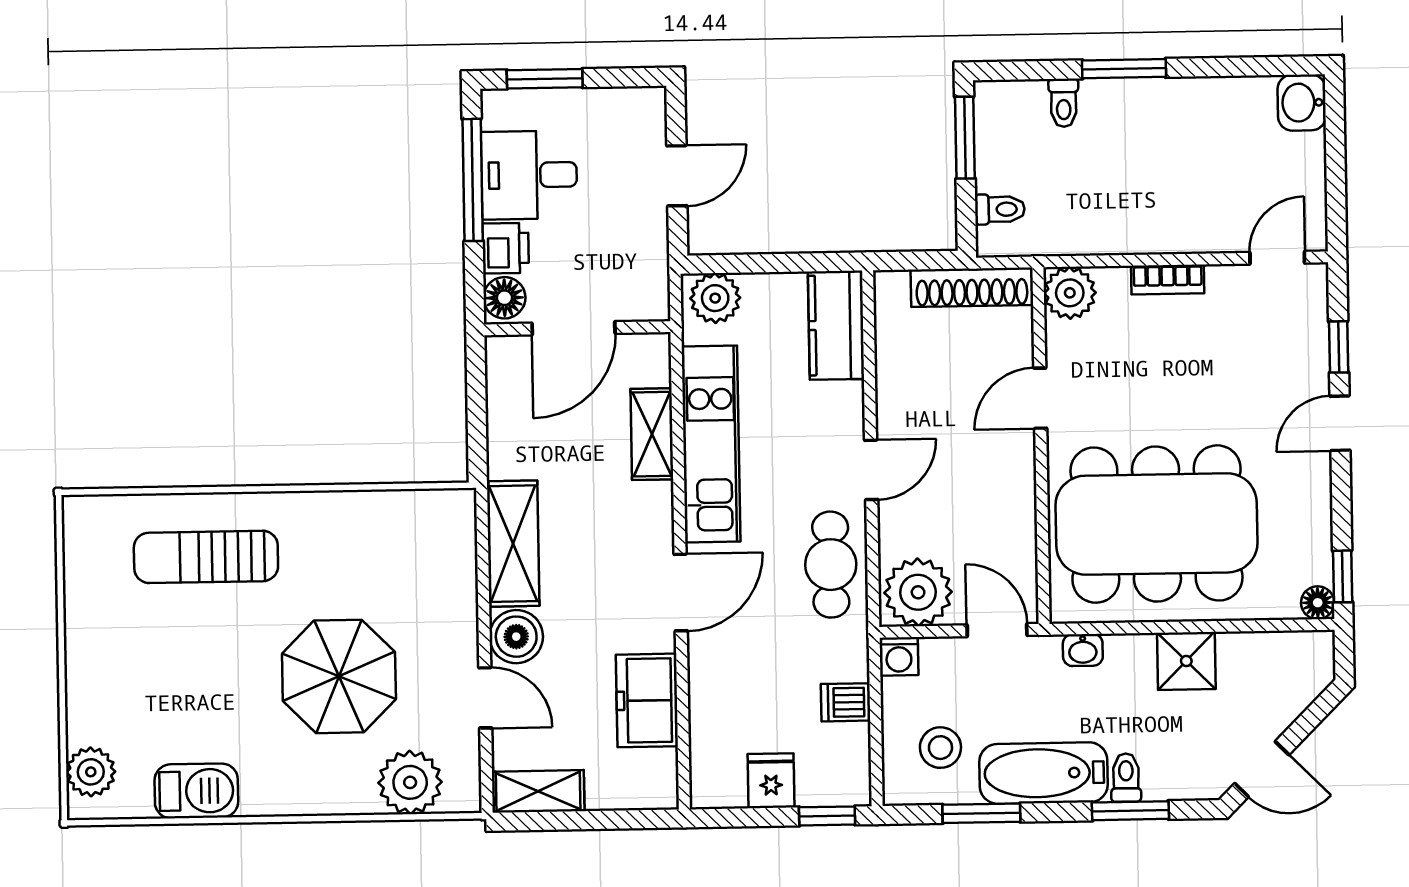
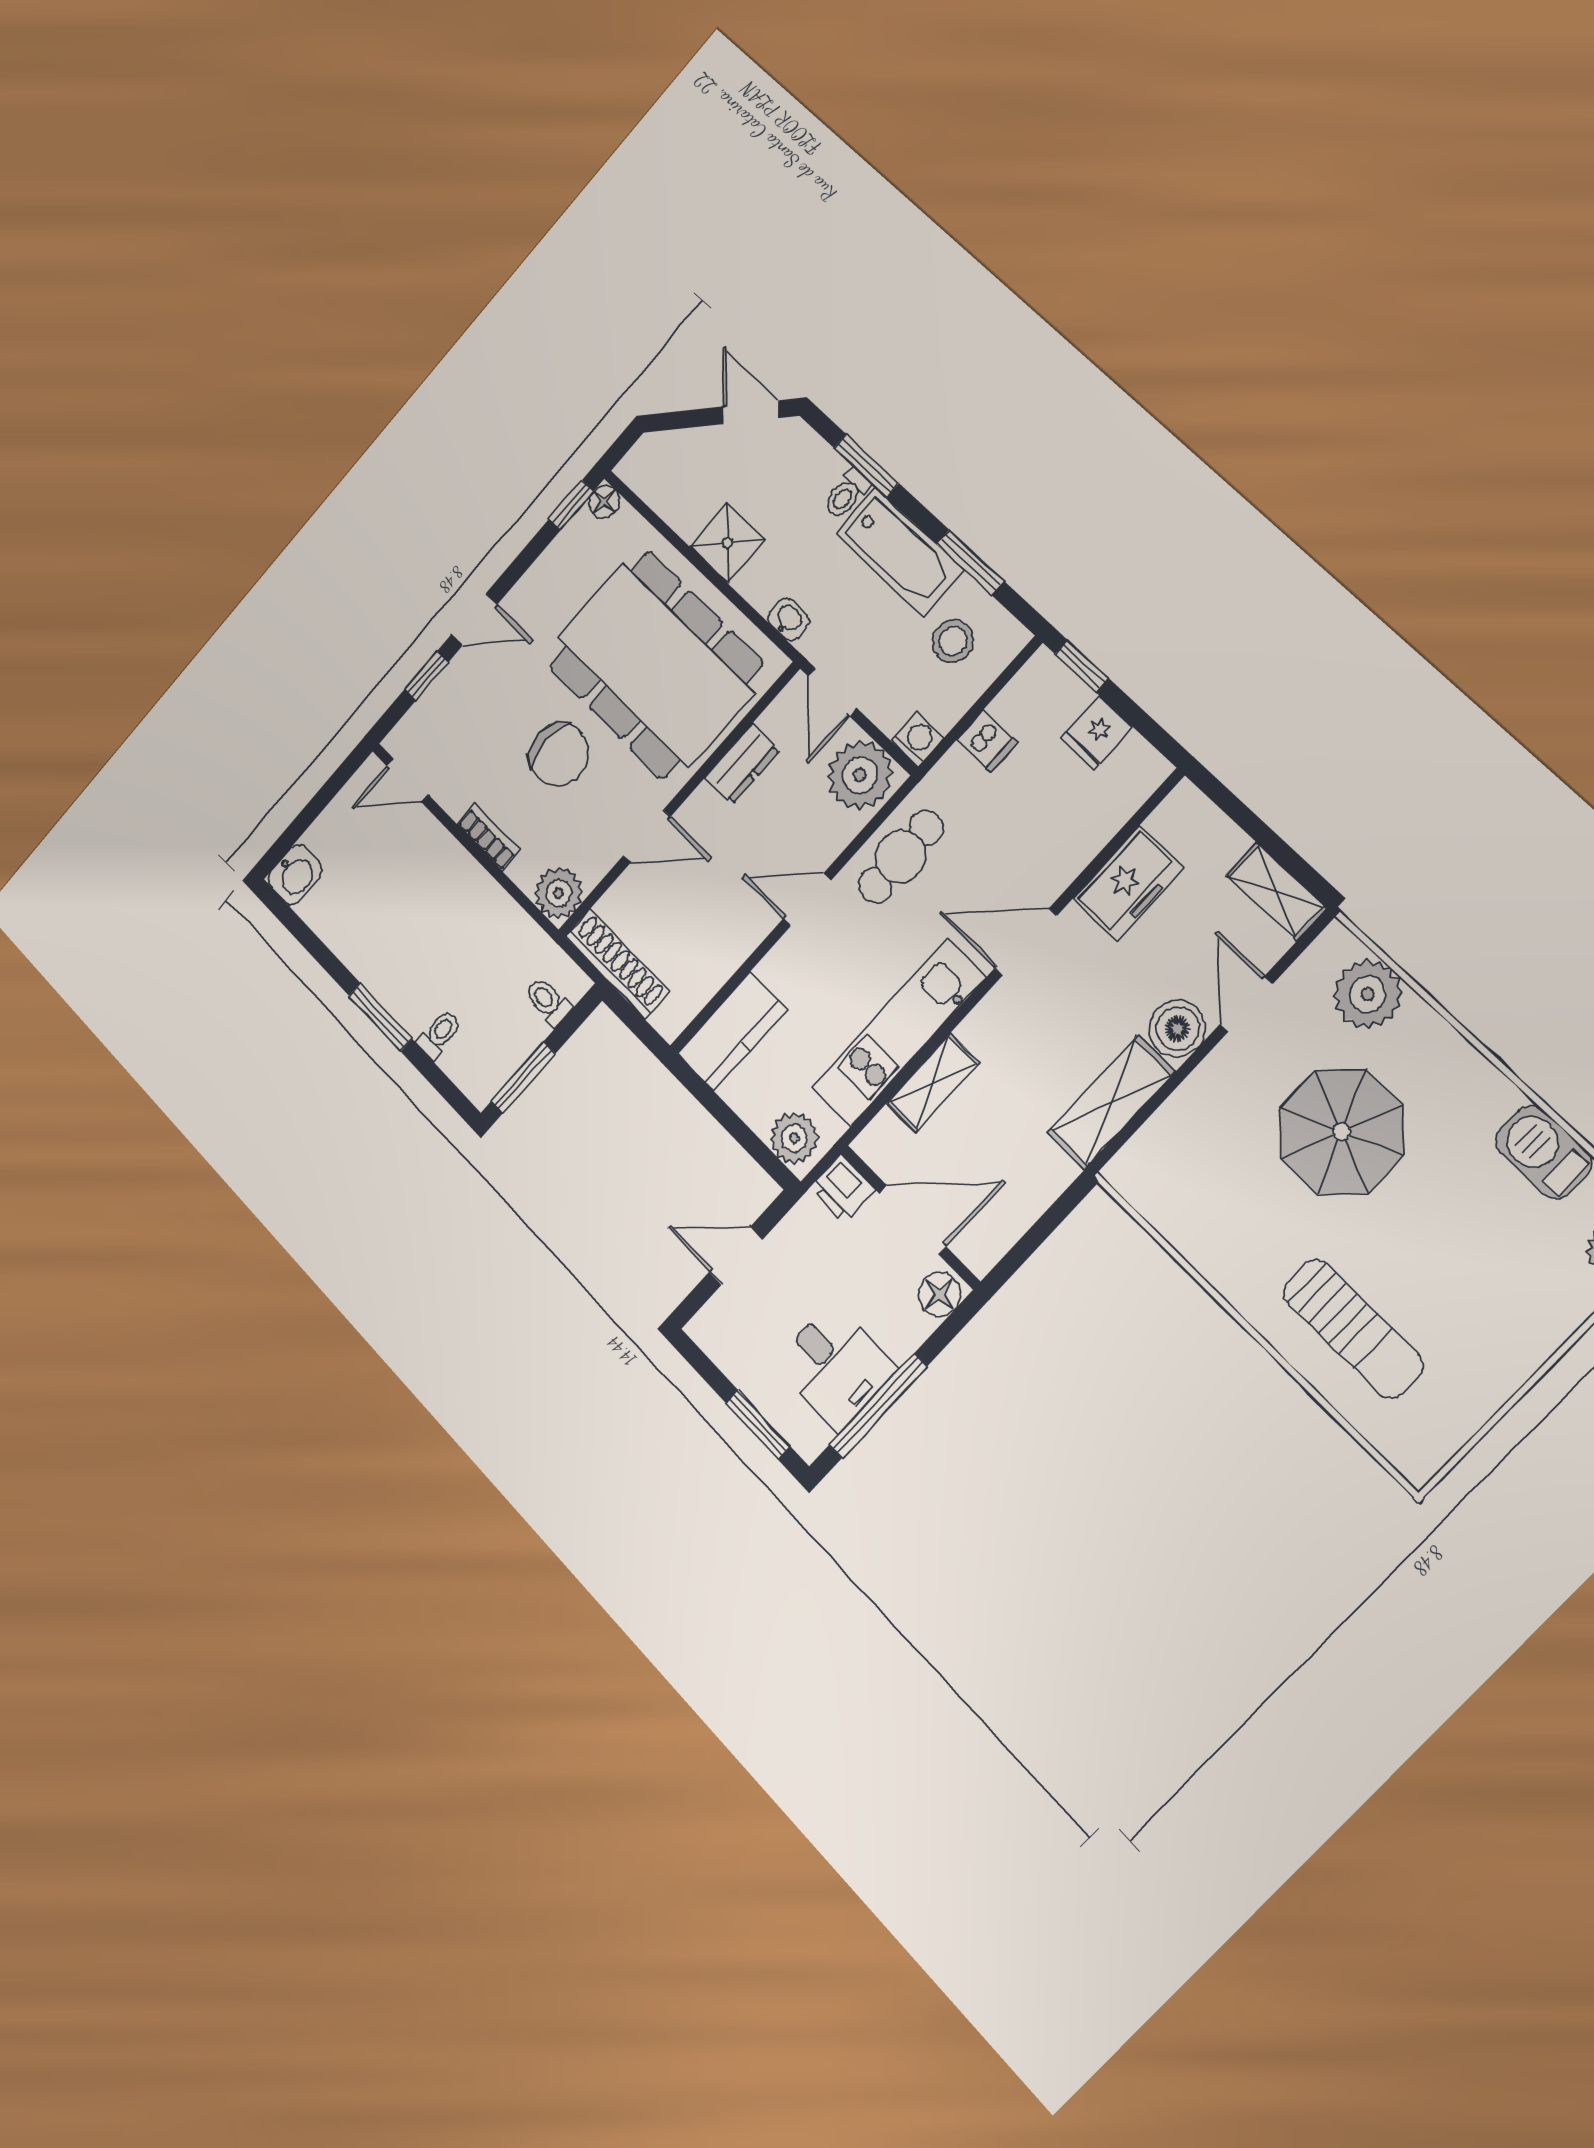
printer: (506, 248) -> (843, 1189), moved, turned -90
chair: (1170, 391) -> (559, 754), added
dresser: (1016, 517) -> (742, 764), added

